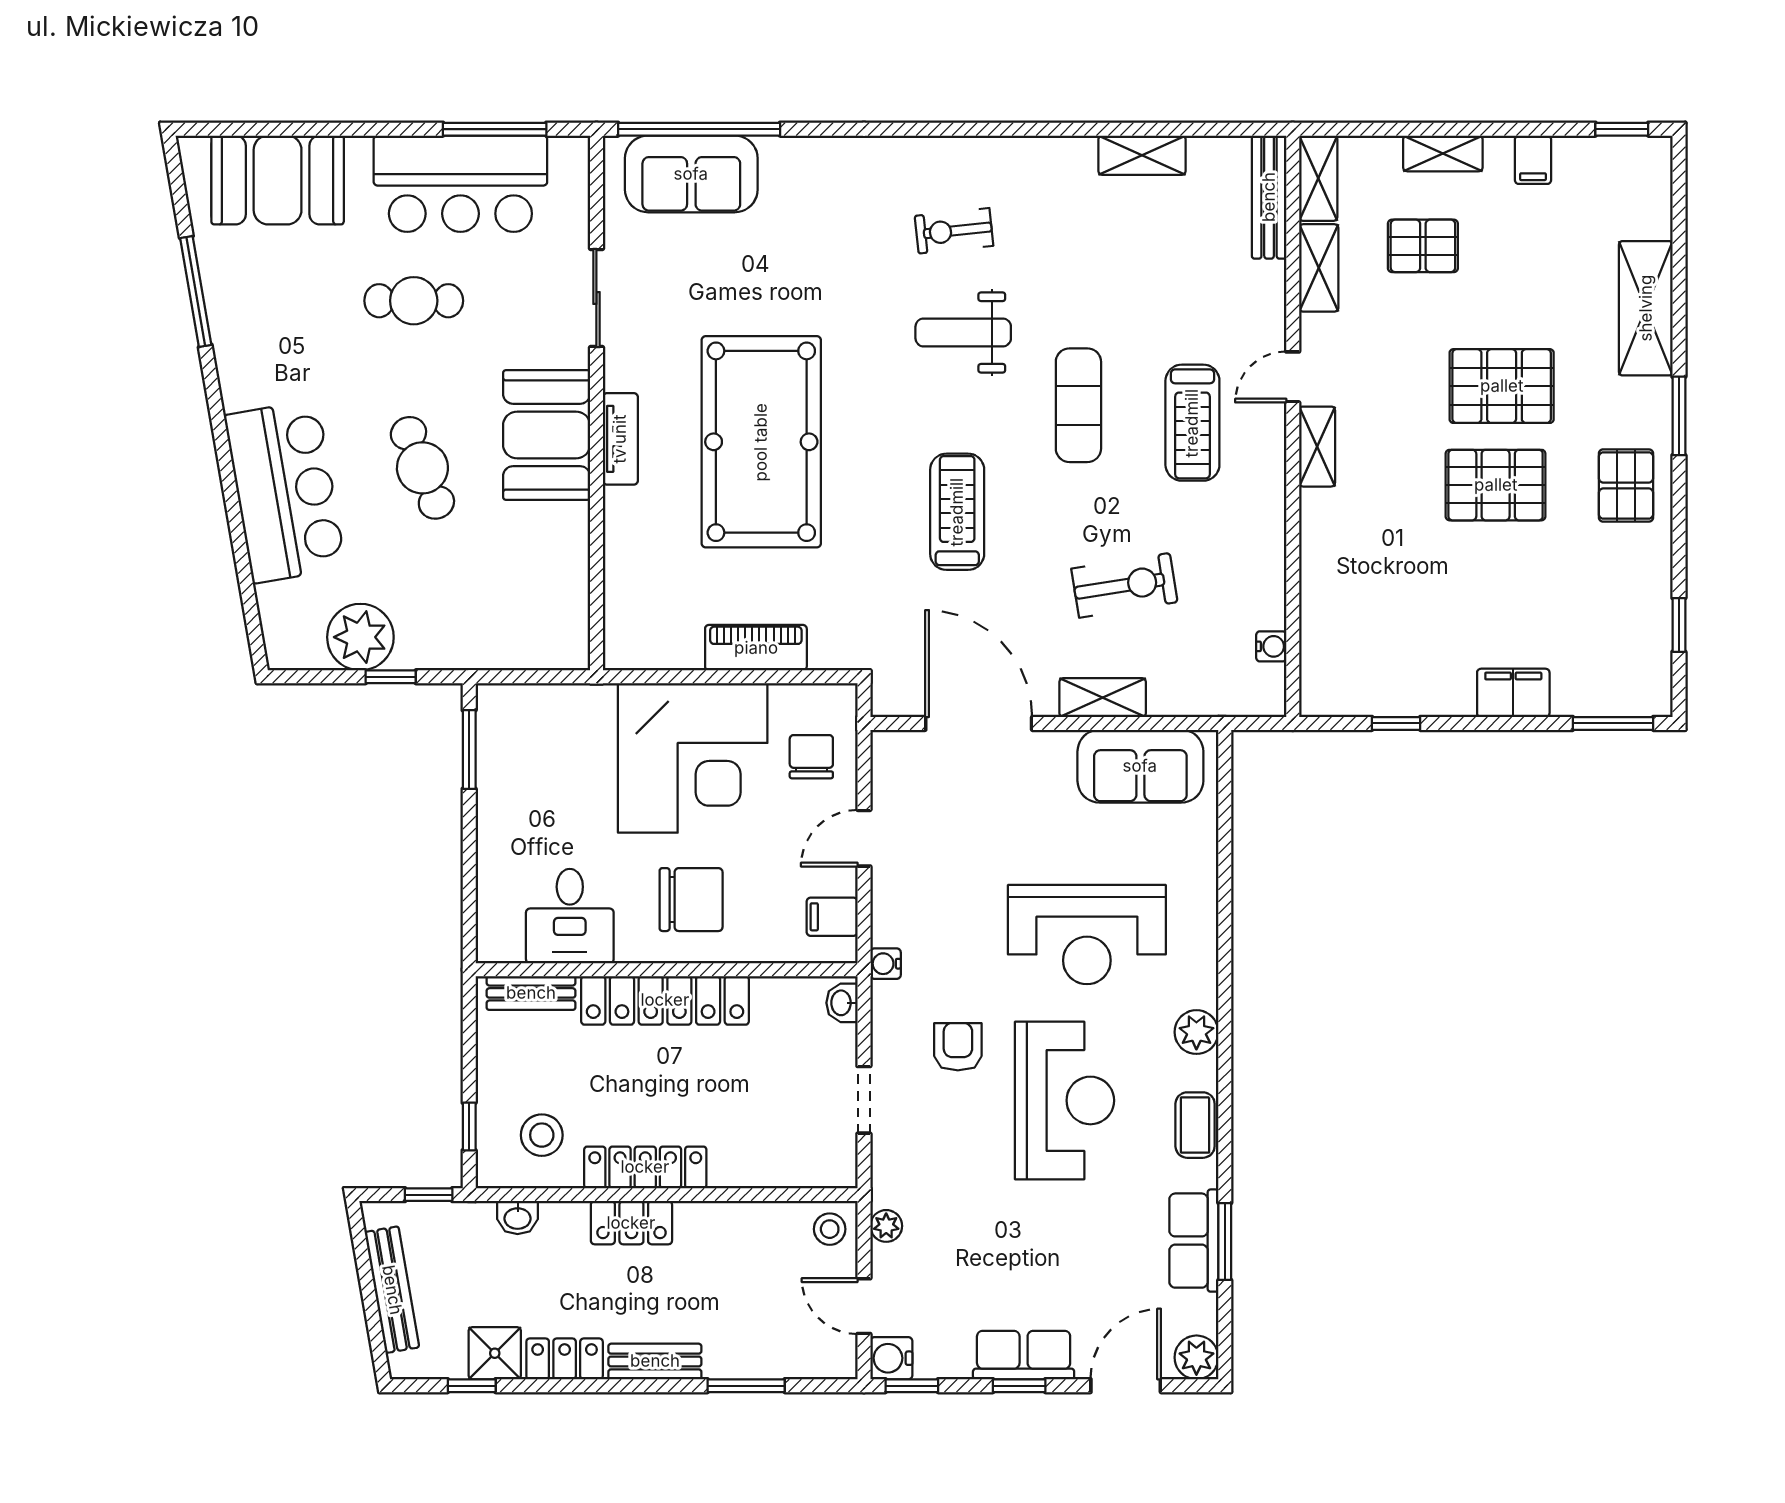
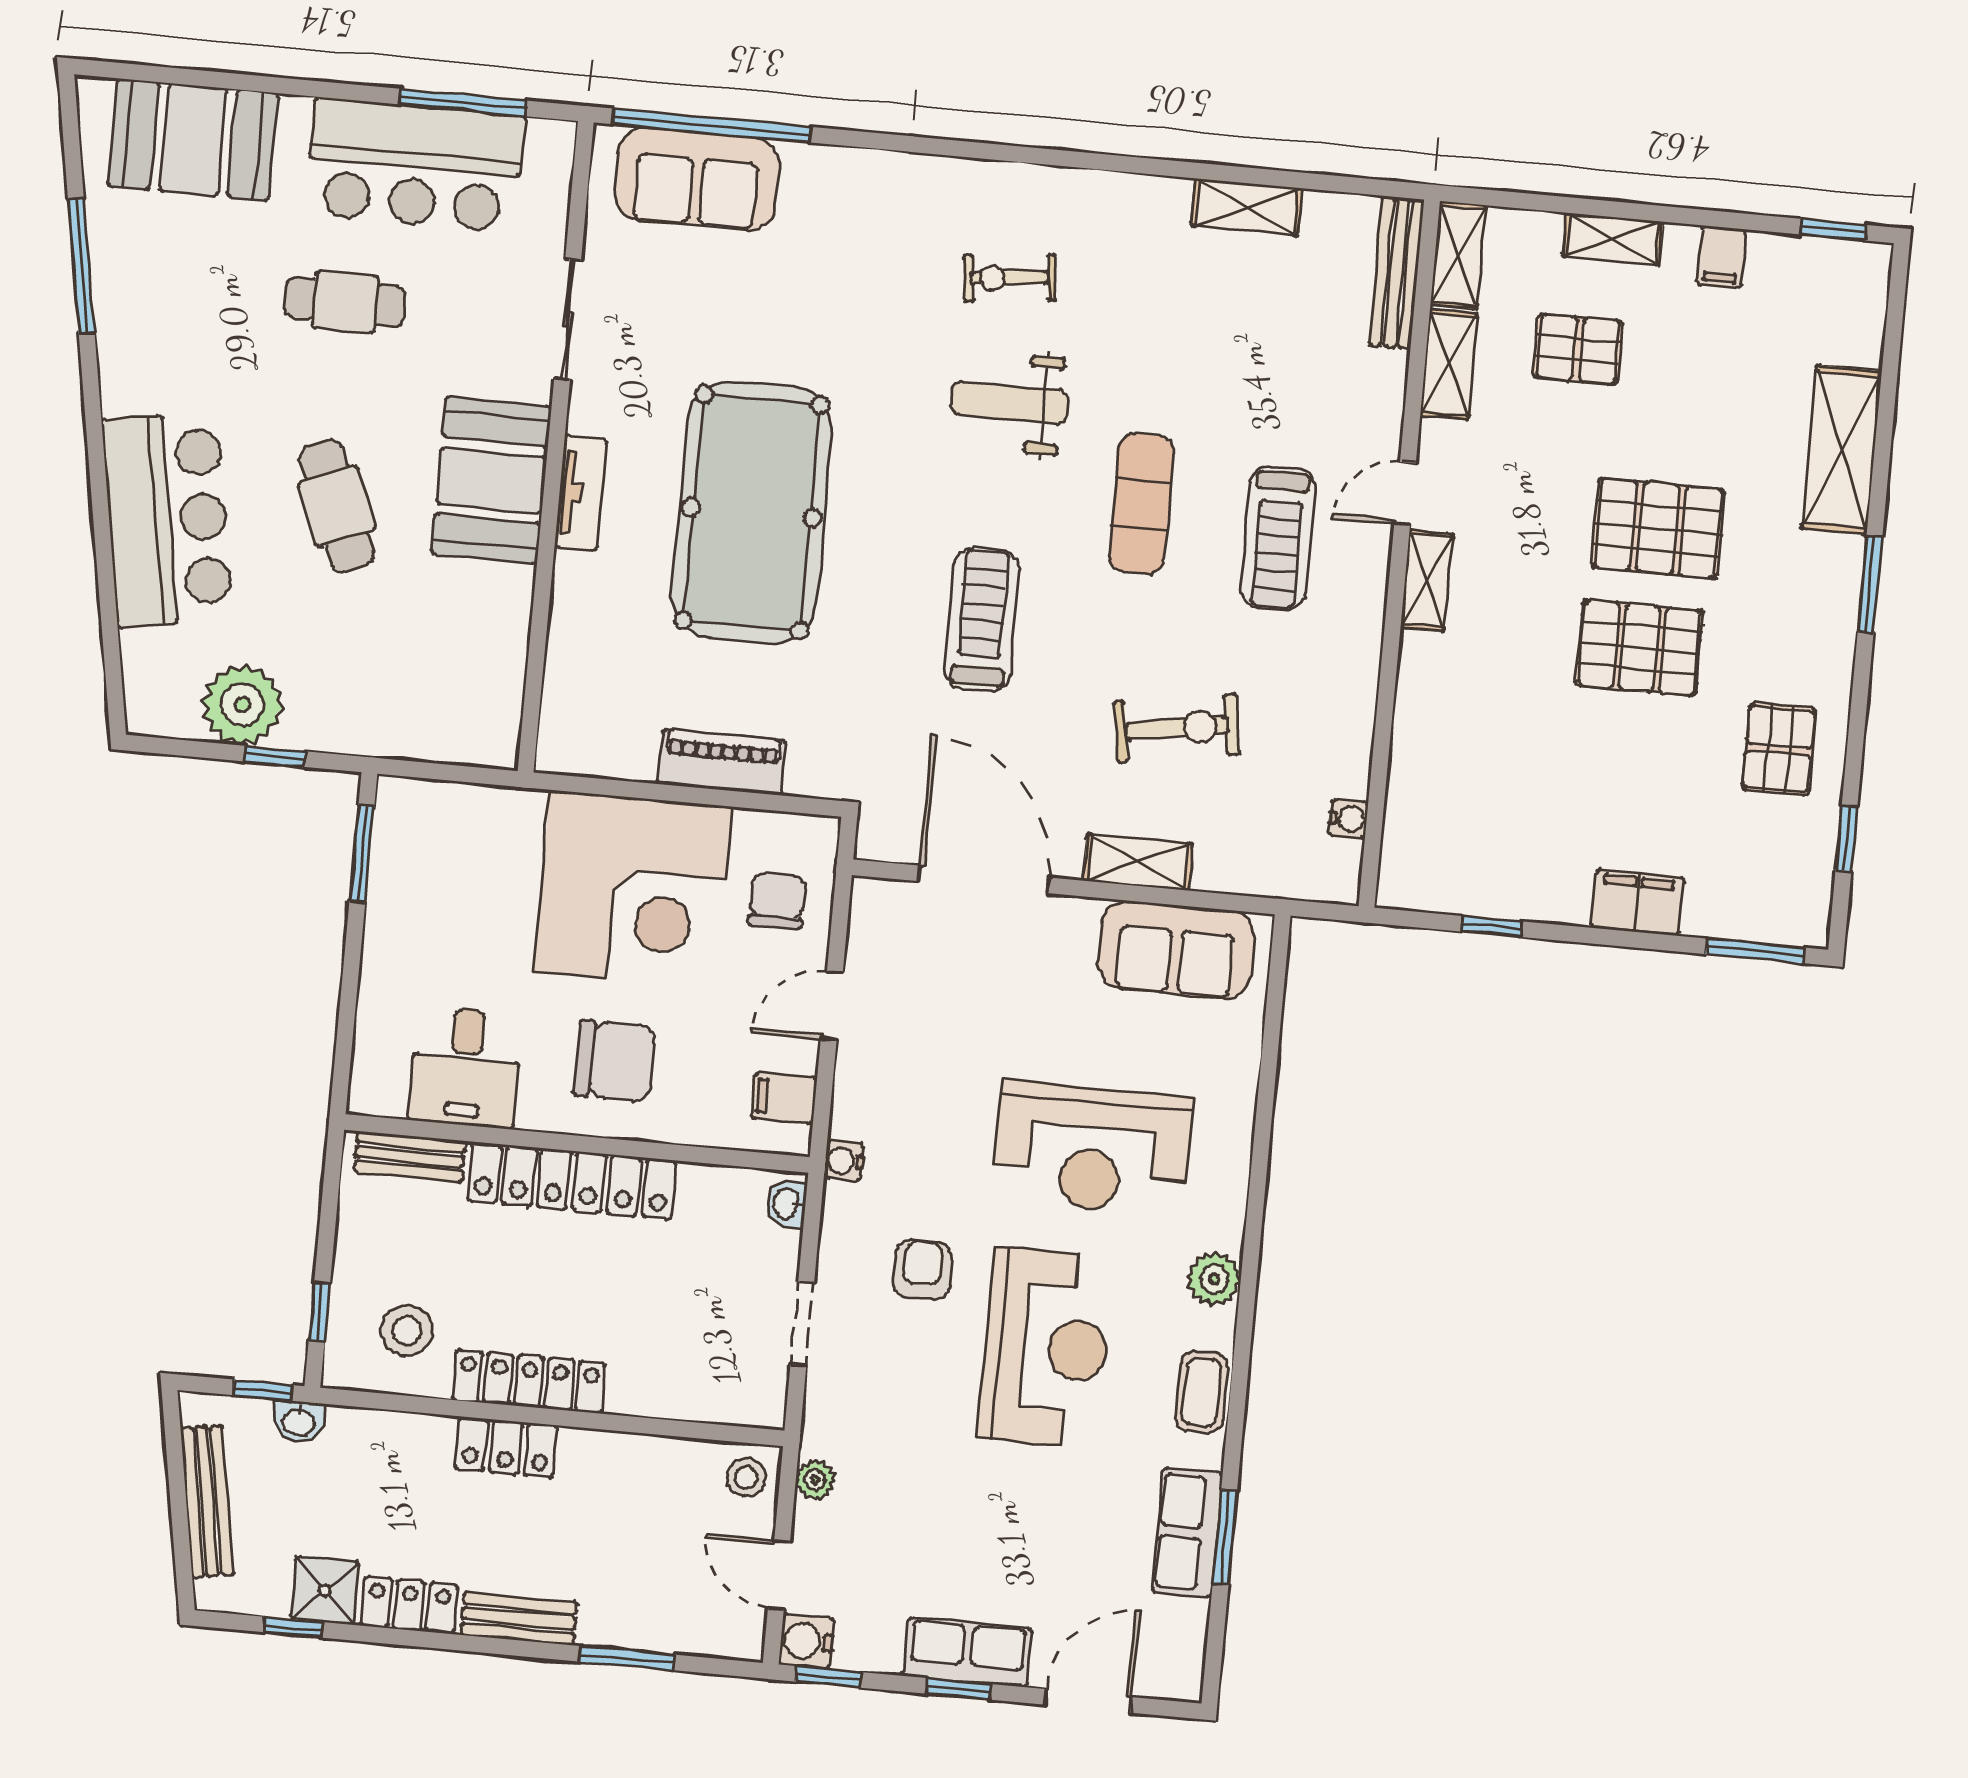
pallet: (1626, 485) -> (1779, 749), moved
washbasin: (518, 1218) -> (299, 1422), moved
plant: (1196, 1357) -> (1177, 1675), removed

